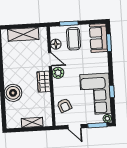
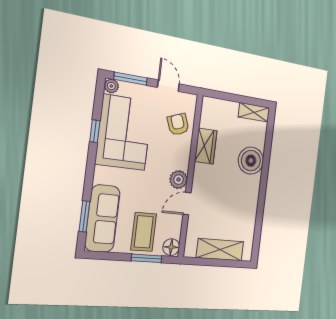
sofa: (98, 38) -> (102, 219), width x1.36
floor lamp: (56, 44) -> (171, 247), moved
door: (50, 59) -> (187, 204), hinge flipped
wardrobe: (44, 82) -> (206, 146), moved
shelving: (32, 122) -> (254, 112), moved

